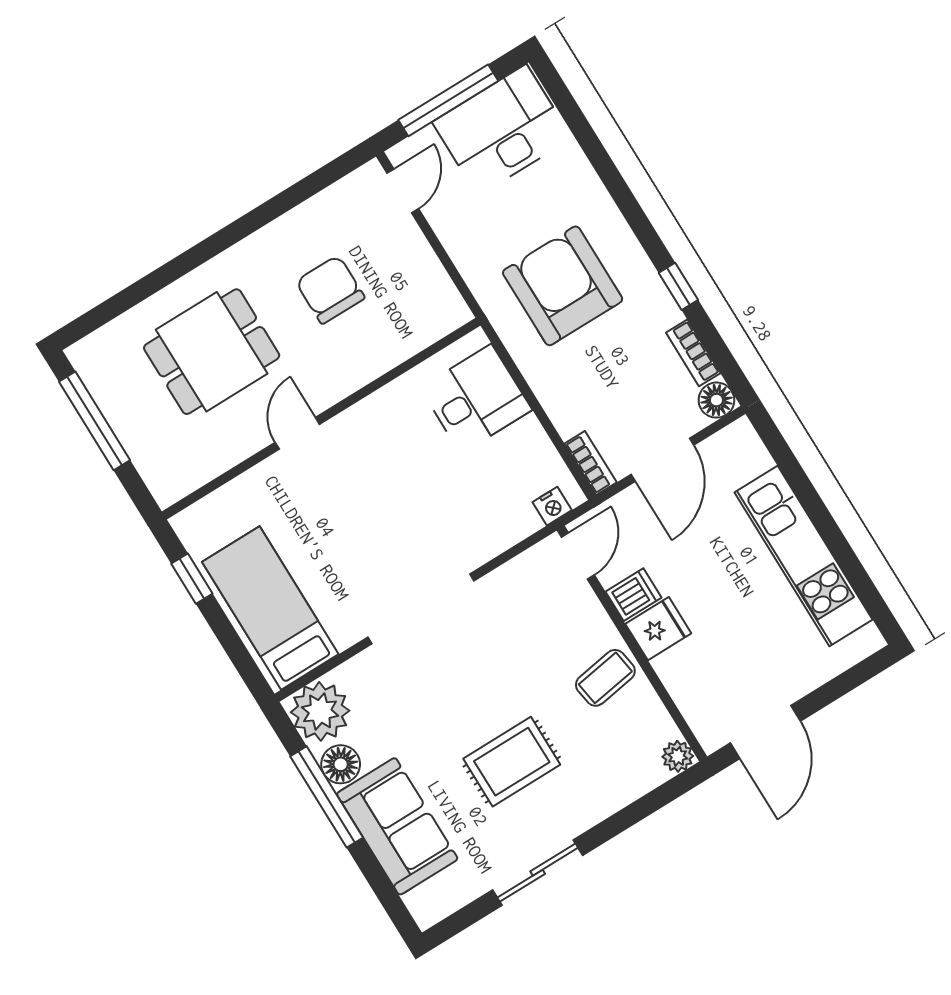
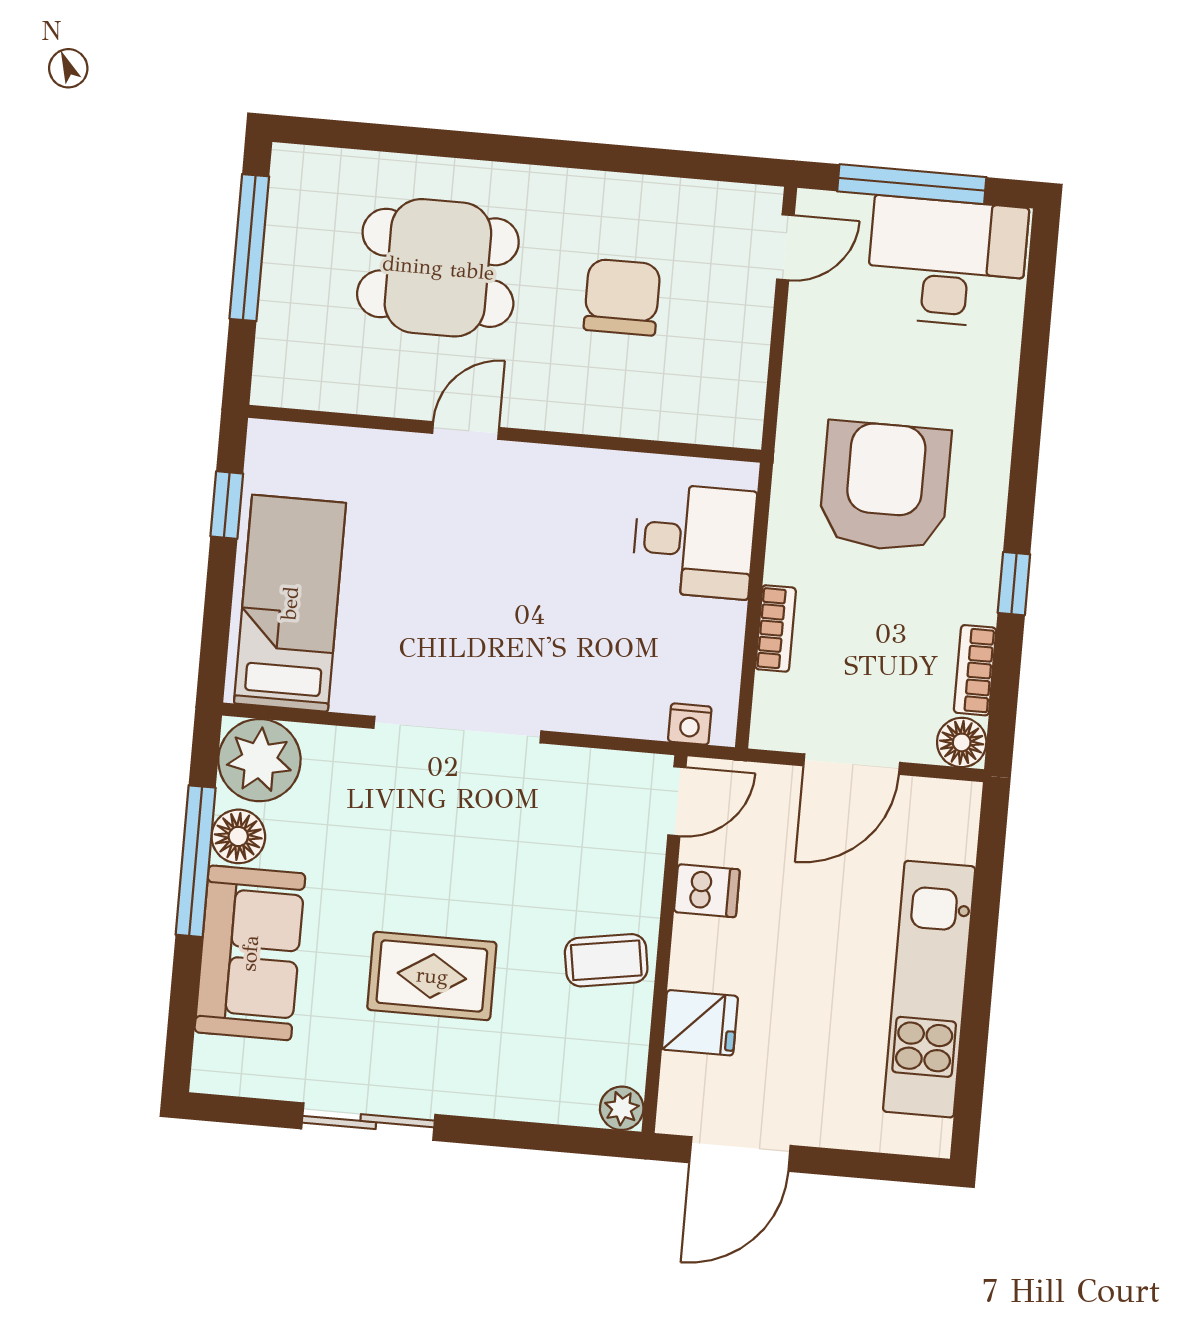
bookcase: (591, 463) -> (776, 628), moved
fridge: (658, 629) -> (700, 1023), moved

